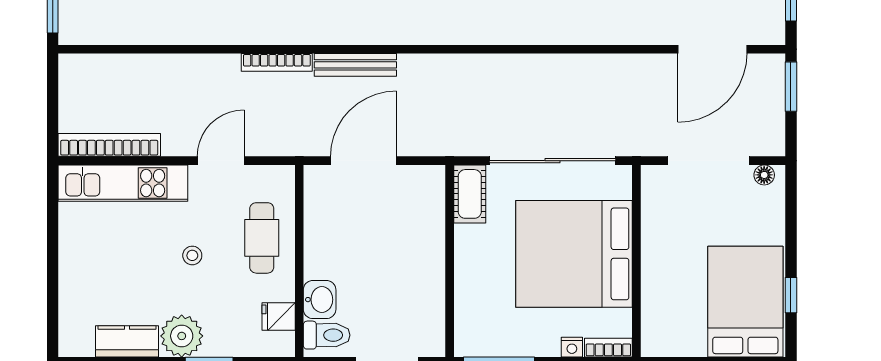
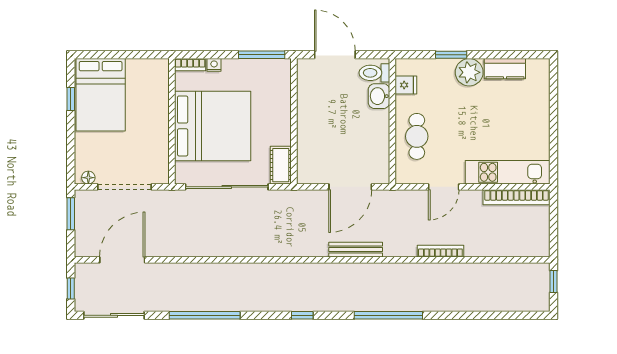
bookcase: (277, 62) -> (440, 251), moved
window: (791, 87) -> (71, 214), moved
stool: (192, 255) -> (462, 125), removed

